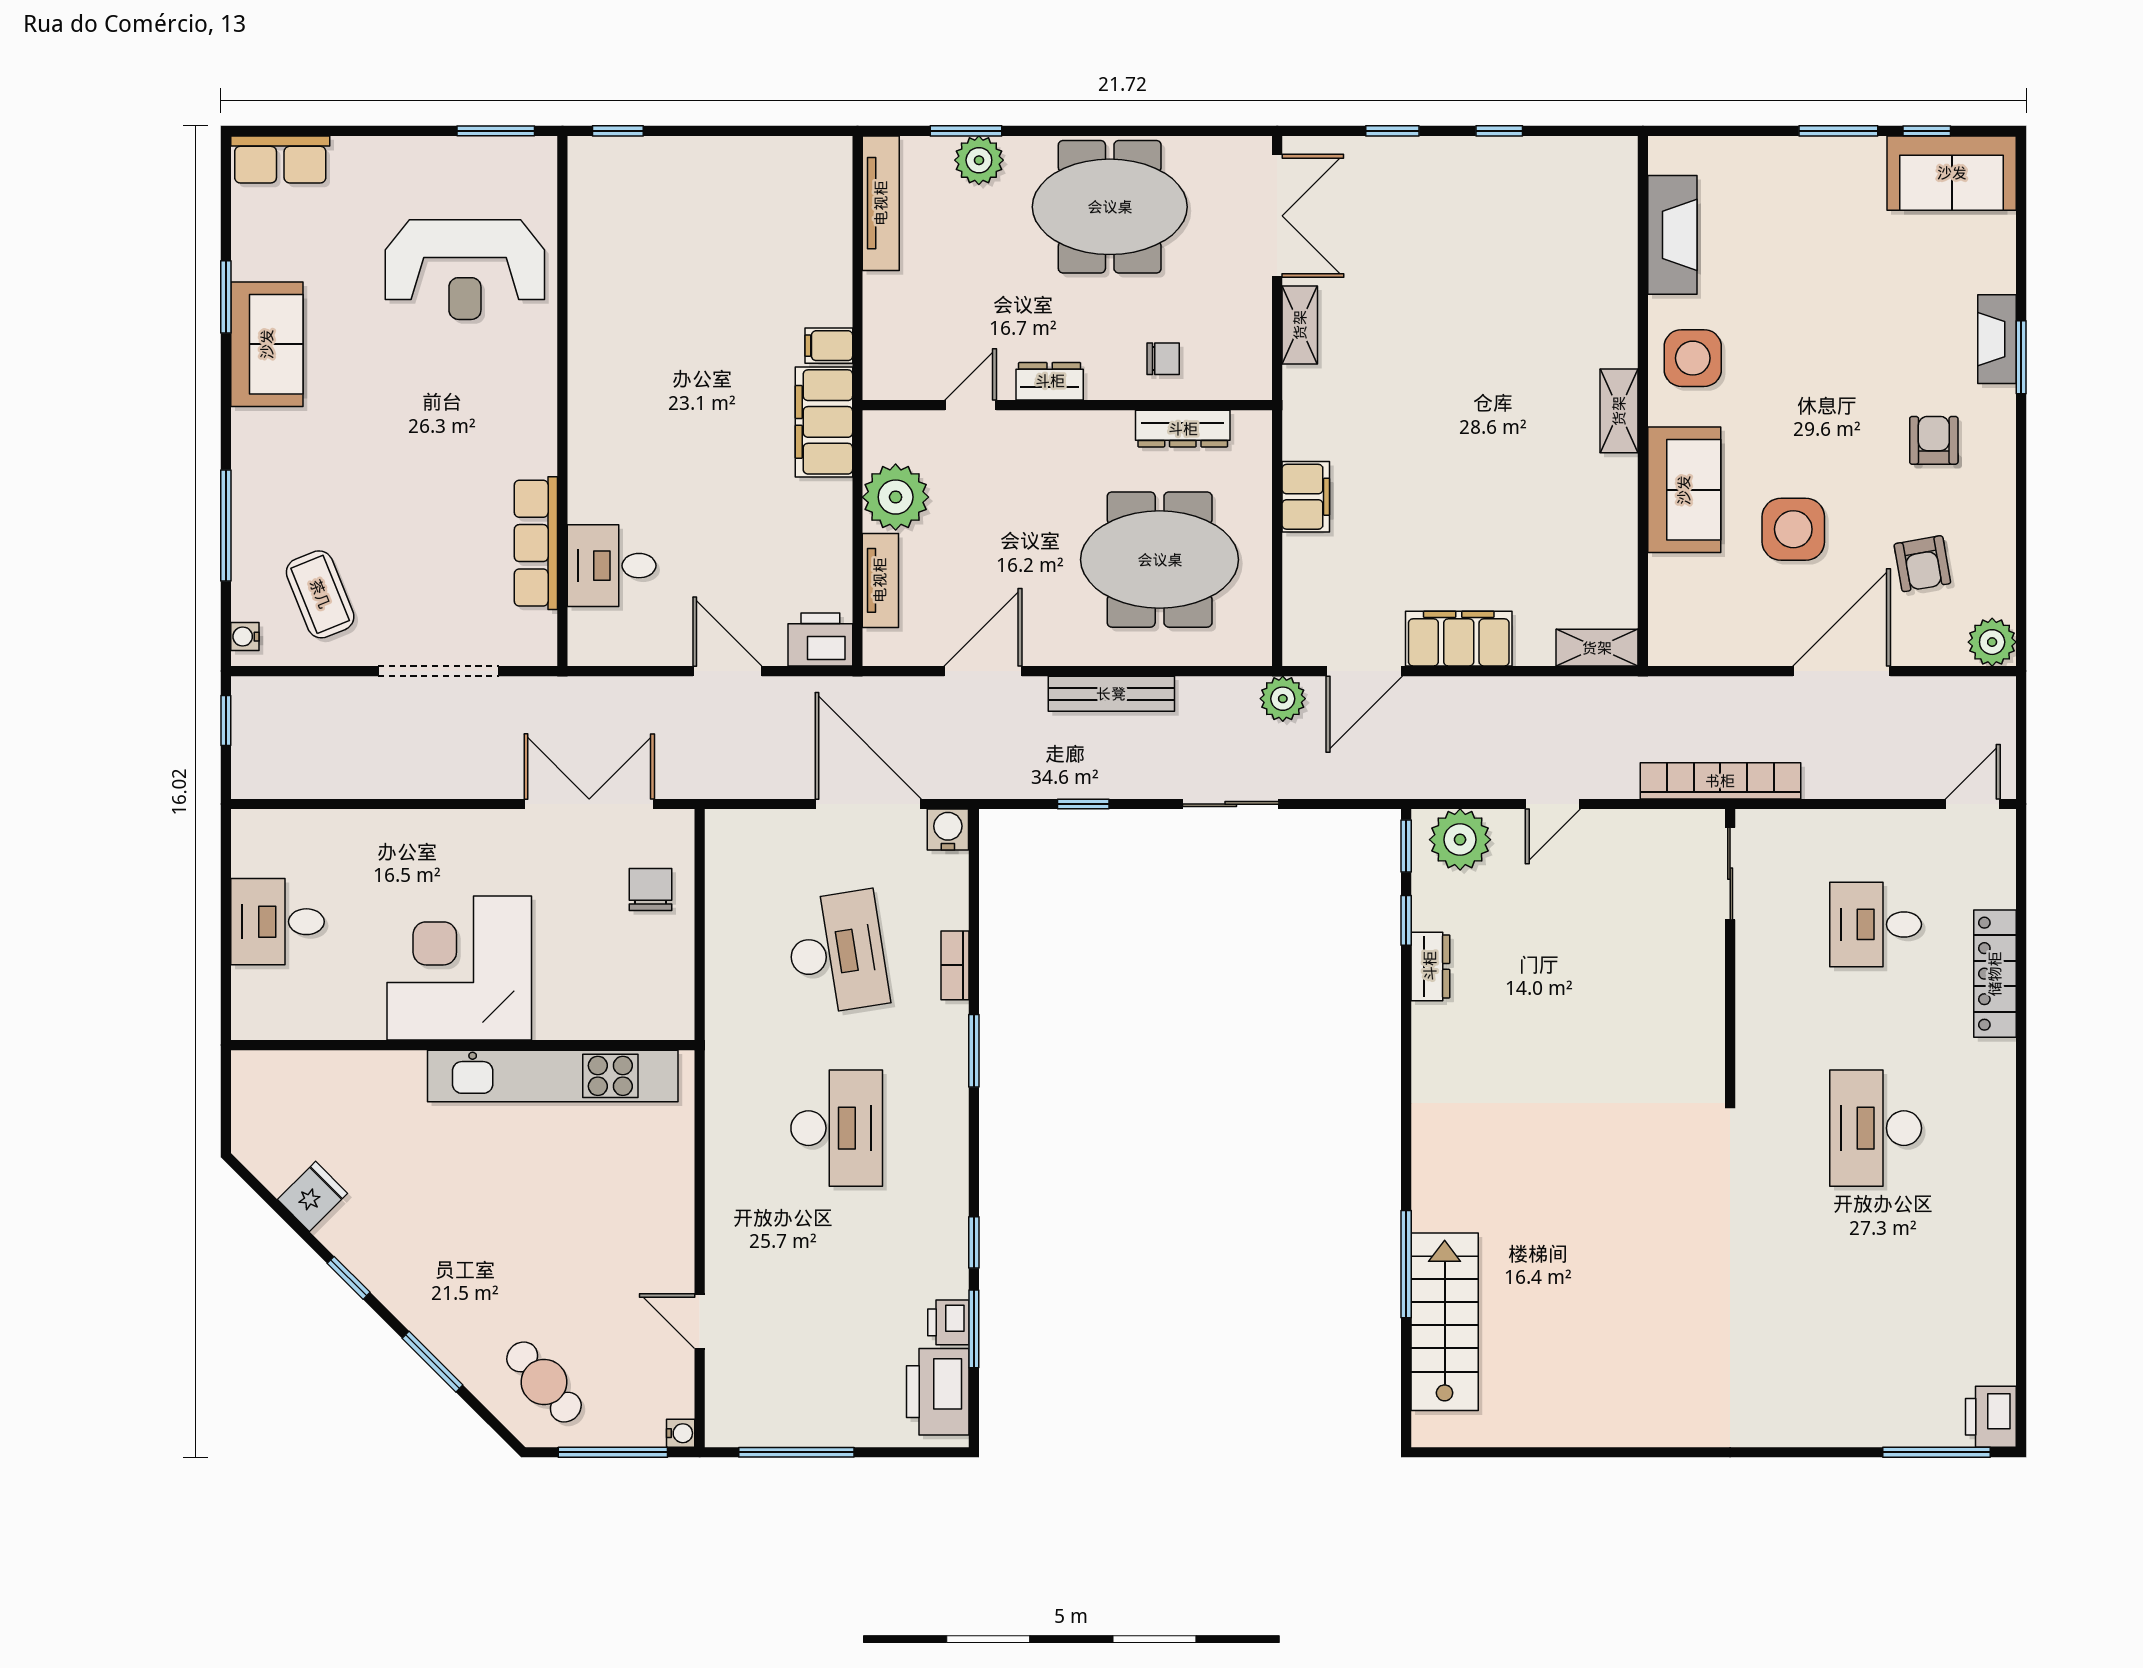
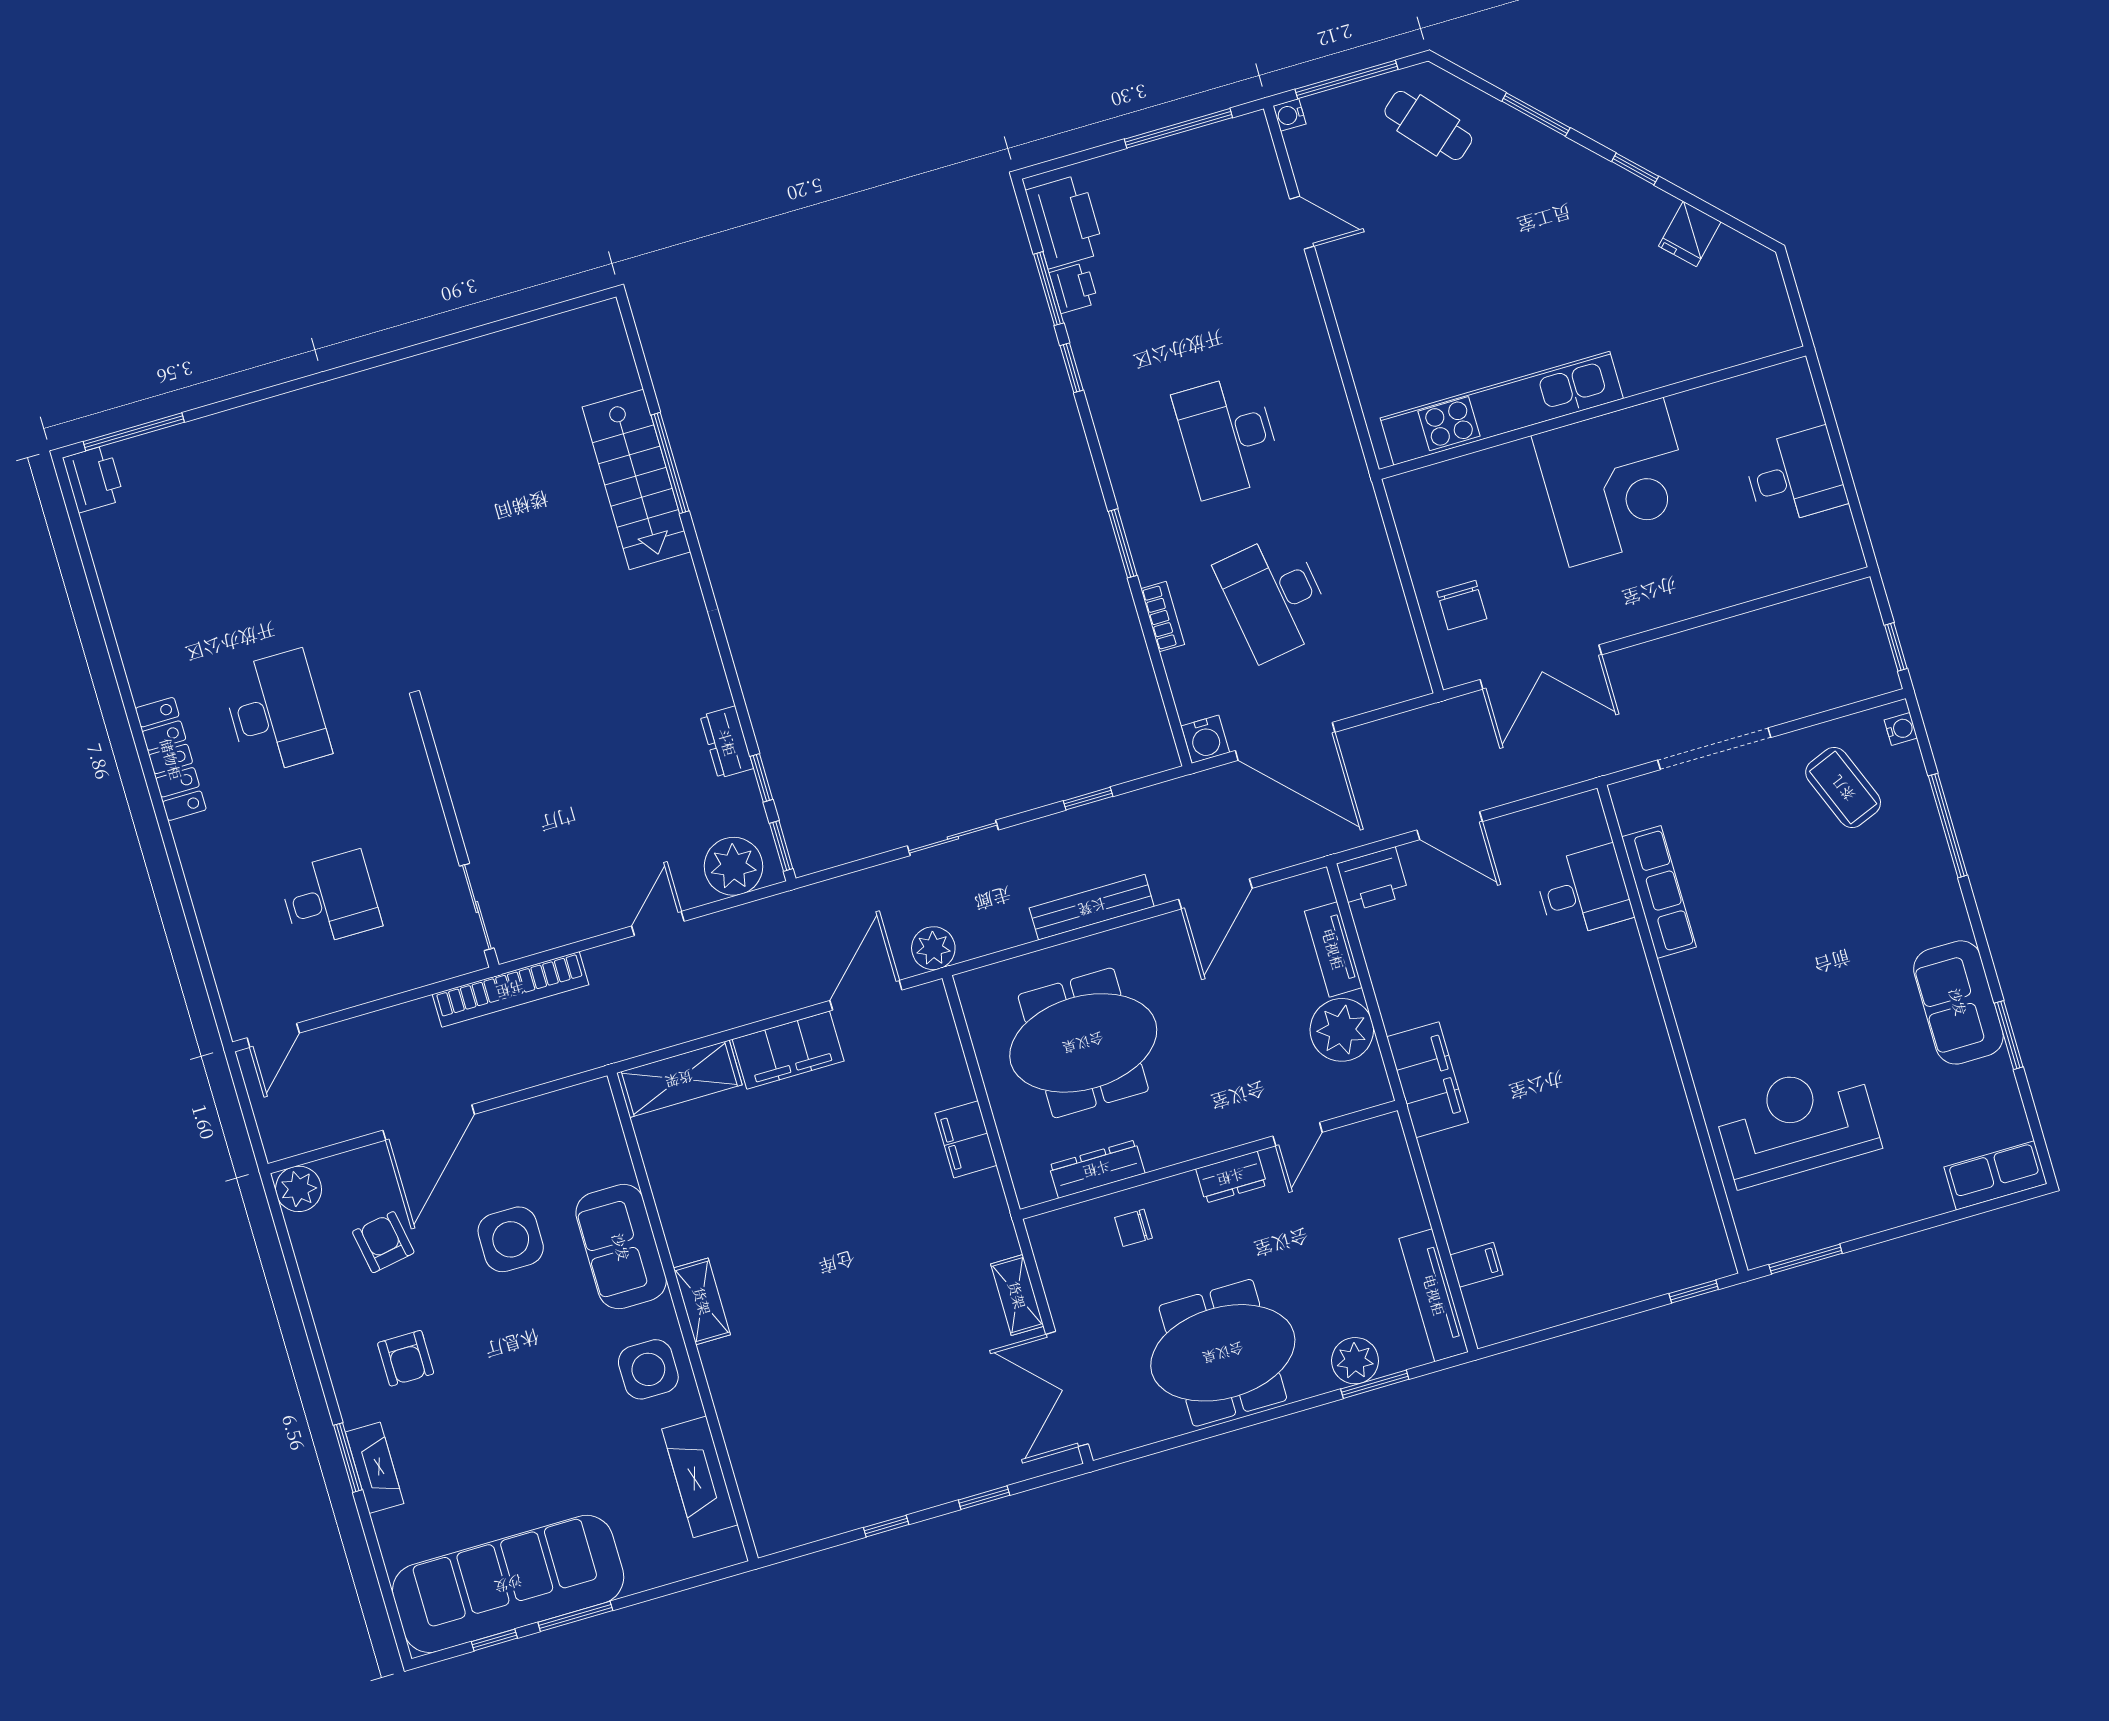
sofa: (1952, 173) -> (508, 1584), width x1.85, depth x1.27
filing cabinet: (829, 346) -> (1476, 1265), moved
shelving: (1597, 648) -> (679, 1079), width x1.50, depth x1.33
locker: (1995, 974) -> (171, 759), moved
stairs: (1445, 1322) -> (636, 479), moved

